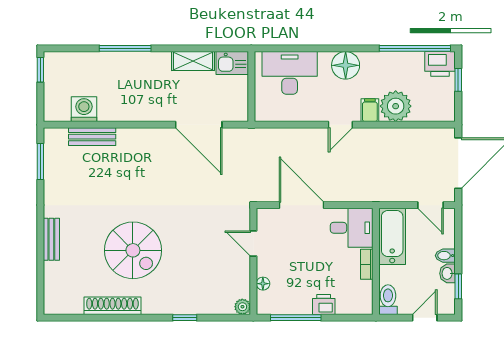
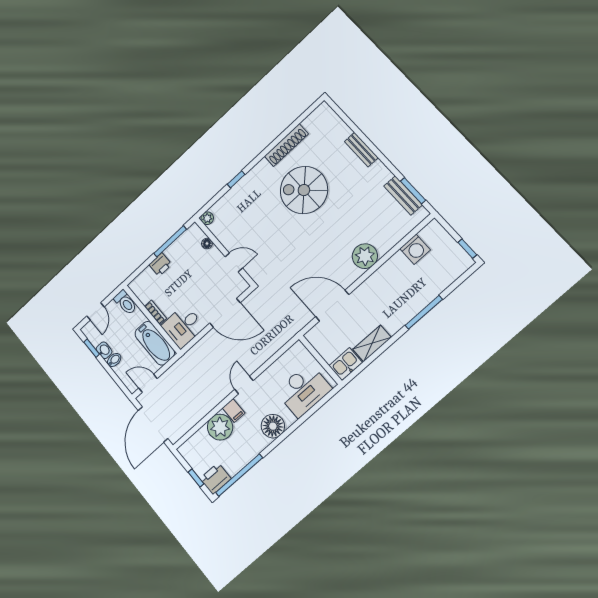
bench: (92, 137) -> (403, 195), moved, turned 90
plant: (132, 142) -> (365, 256), added

